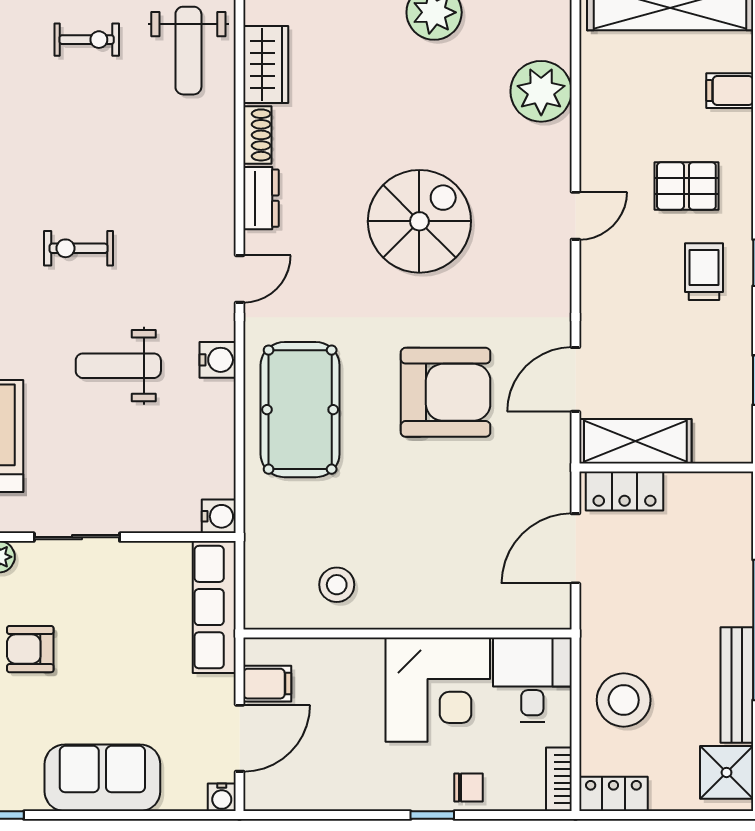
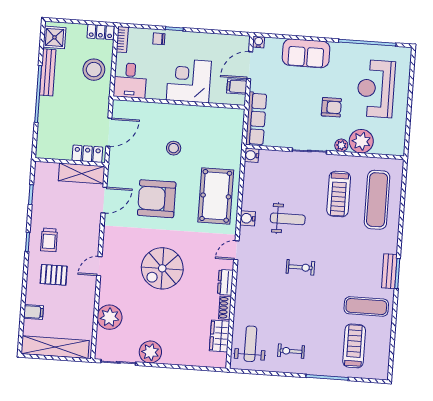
stool: (337, 585) -> (174, 148), moved
corner desk: (438, 690) -> (189, 81), moved

